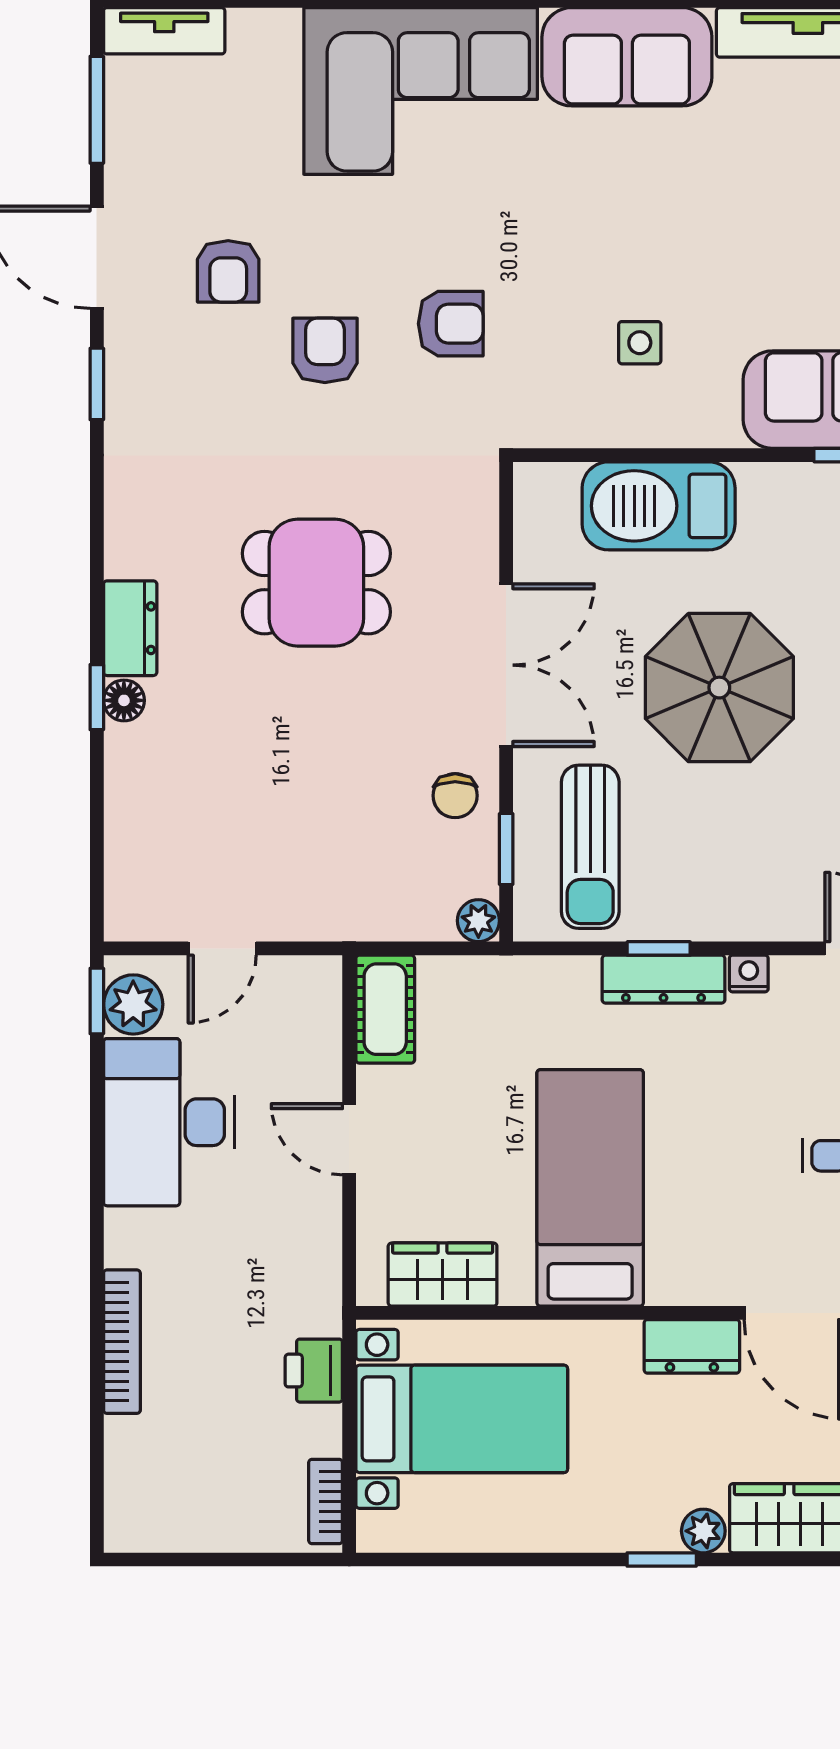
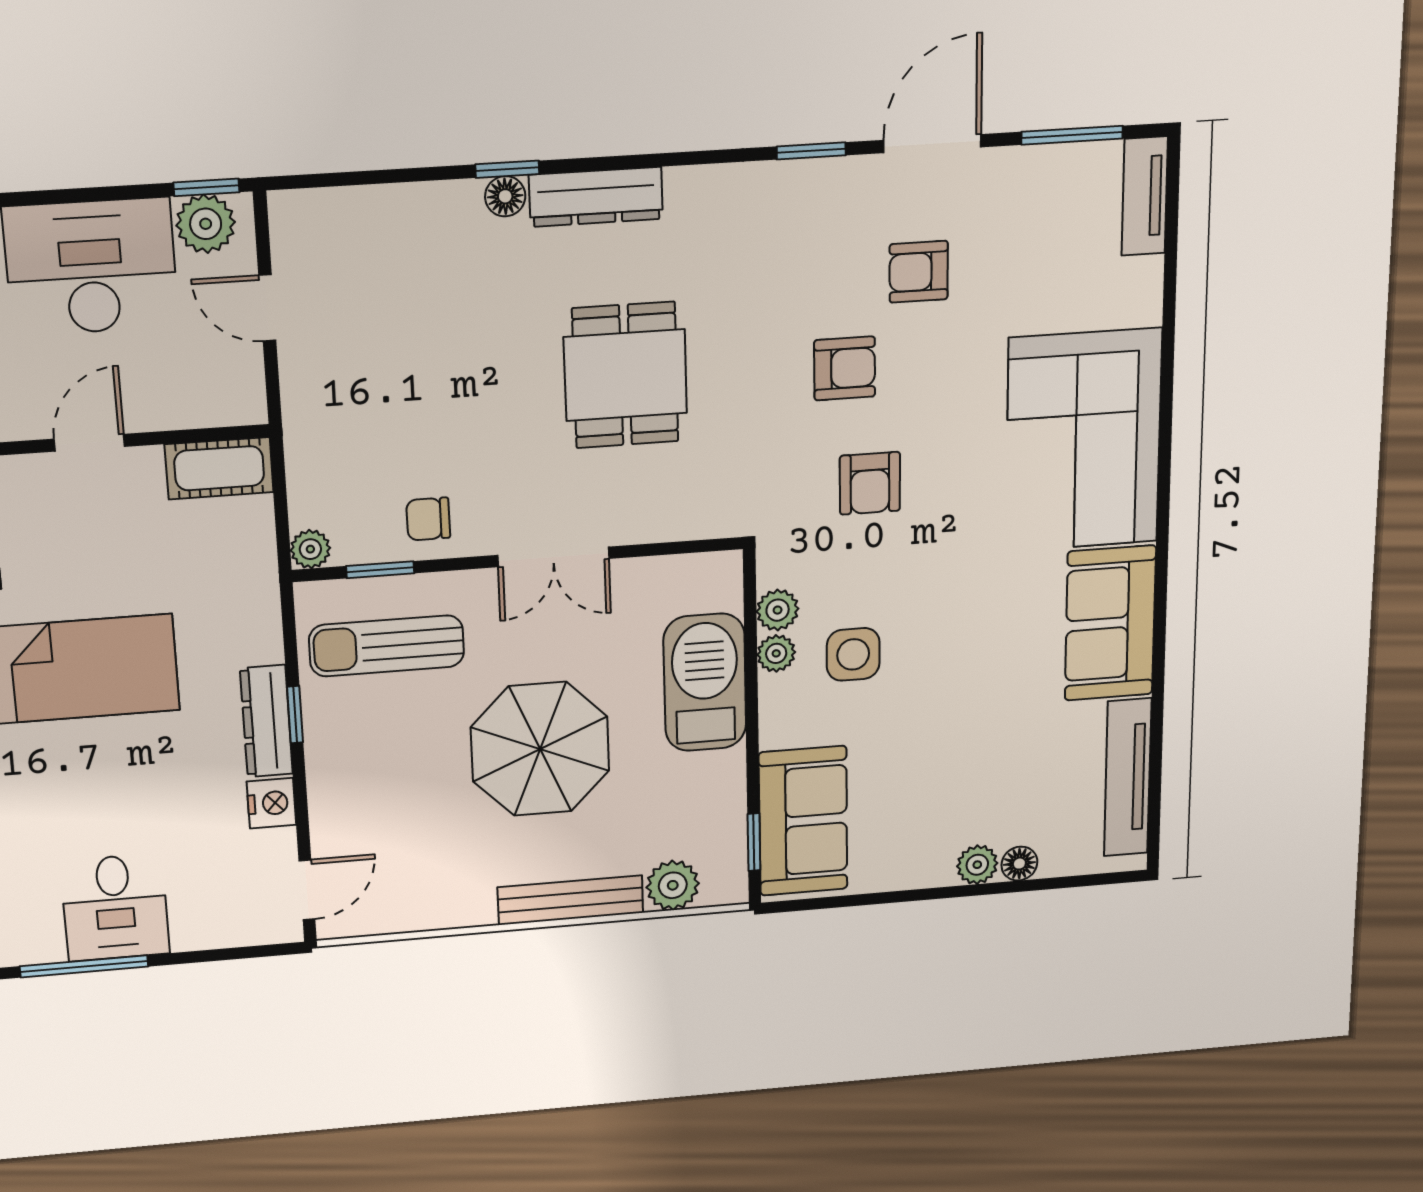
side table: (640, 343) -> (853, 654), width x1.37, depth x1.37
plant: (583, 425) -> (778, 610), added
plant: (632, 427) -> (776, 653), added
dresser: (130, 628) -> (596, 197), width x1.44
double door: (506, 665) -> (553, 557), width x0.73
nightstand: (749, 974) -> (271, 803), width x1.39, depth x1.35

